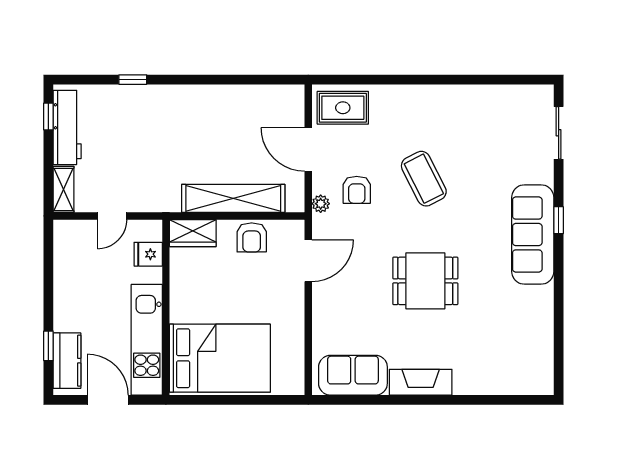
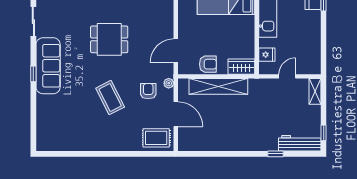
workbench: (67, 127) -> (300, 143), moved, turned 90
sliding door: (559, 133) -> (33, 22), moved
armchair: (252, 237) -> (208, 64), turned 90

